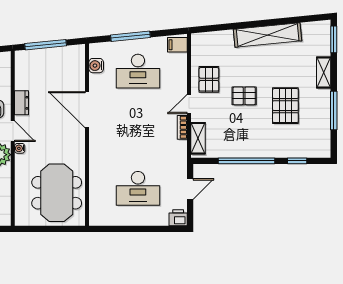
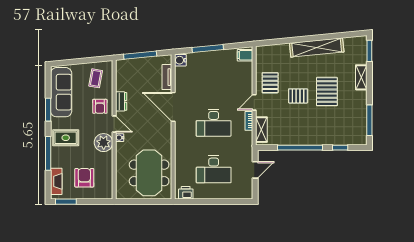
water cooler: (96, 66) -> (180, 60), moved
desk: (138, 71) -> (214, 123), moved
tv unit: (79, 72) -> (167, 77), added
pallet: (285, 106) -> (327, 92), moved
window: (334, 110) -> (369, 120), moved
printer: (178, 218) -> (186, 193), moved

